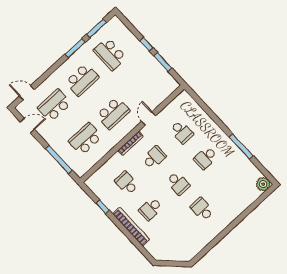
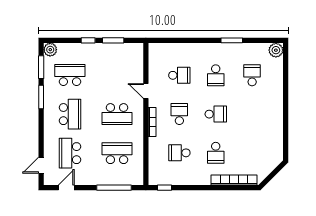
plant: (115, 23) -> (50, 50), added
school desk: (110, 54) -> (70, 75), turned 180
school desk: (113, 113) -> (117, 114), turned 90
school desk: (85, 139) -> (117, 153), turned 90
window: (241, 146) -> (232, 40), width x0.69
window: (103, 207) -> (165, 188), moved
school desk: (202, 209) -> (252, 75), moved, turned 90
bookcase: (131, 227) -> (234, 180), moved

